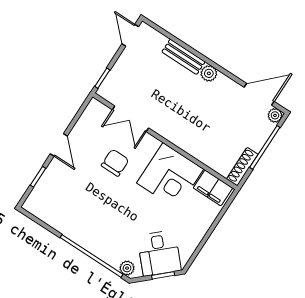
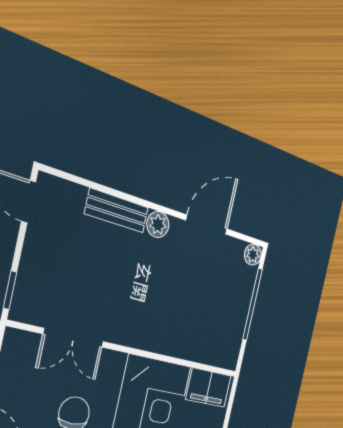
door: (259, 94) -> (207, 225), moved
shoe rack: (242, 167) -> (234, 342), removed

